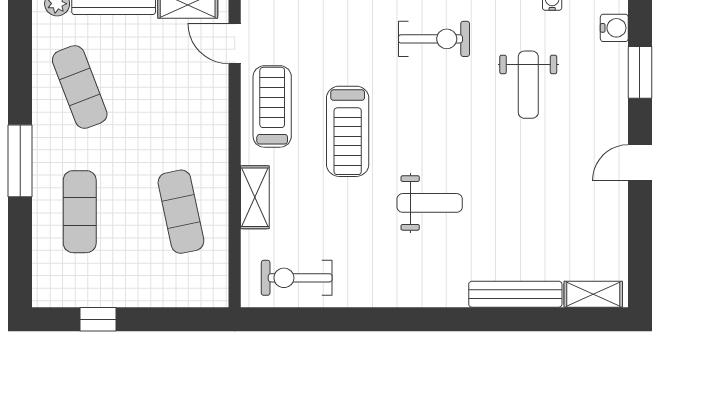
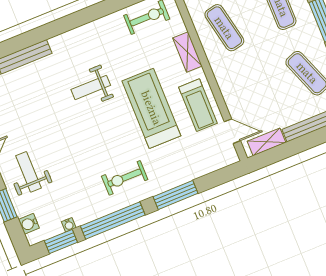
weight bench: (528, 85) -> (28, 172), moved
treadmill: (348, 131) -> (151, 108), width x1.37, depth x1.37

